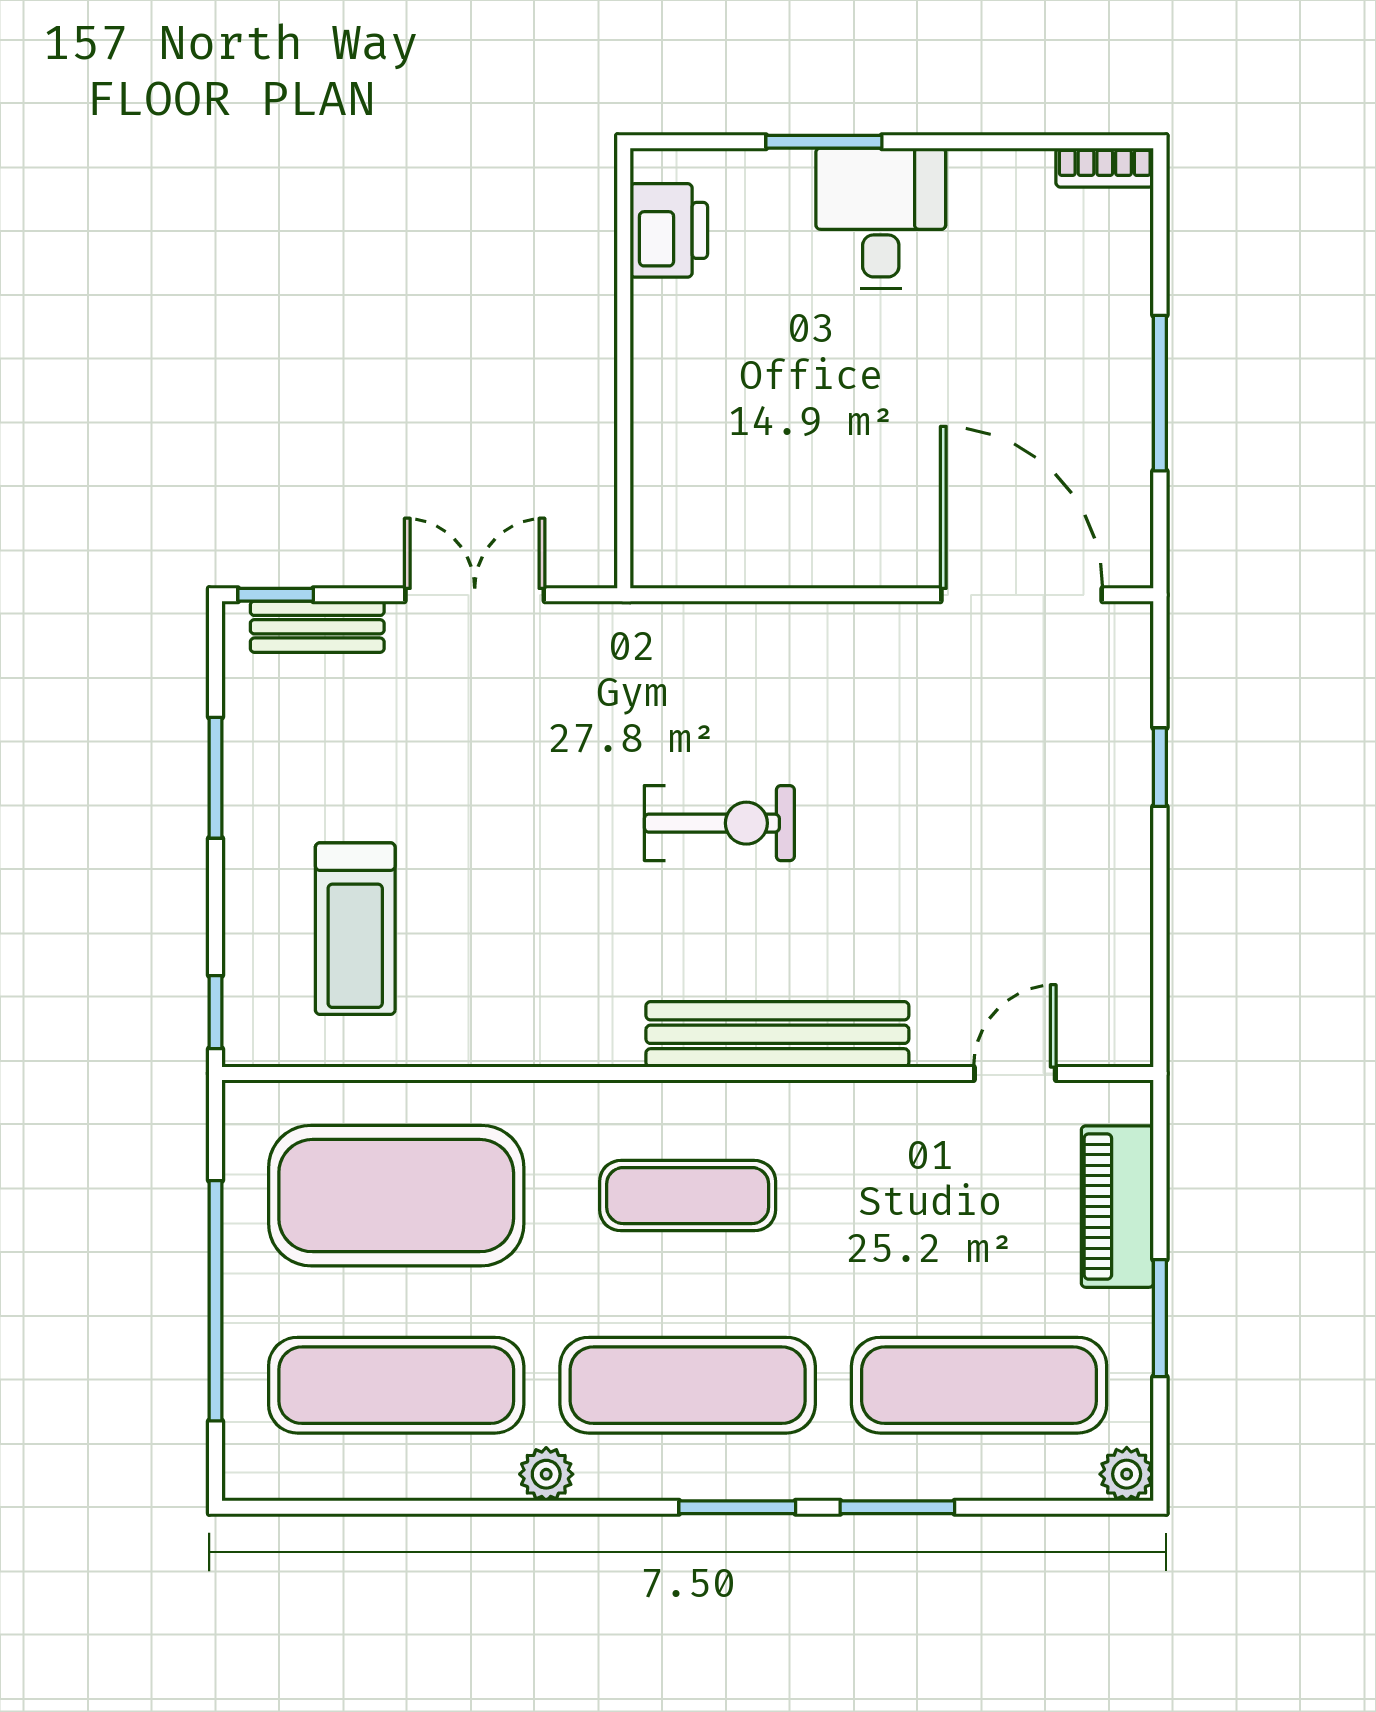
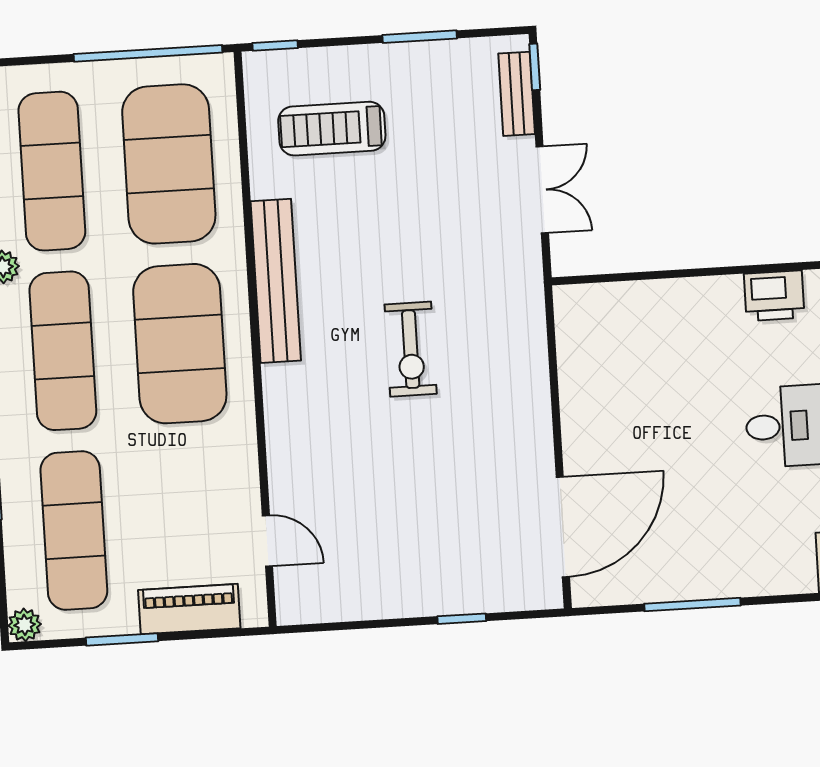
bench: (777, 1034) -> (276, 281), moved
exercise mat: (688, 1196) -> (180, 344), width x2.00, depth x1.45
window: (215, 1301) -> (148, 53), moved

